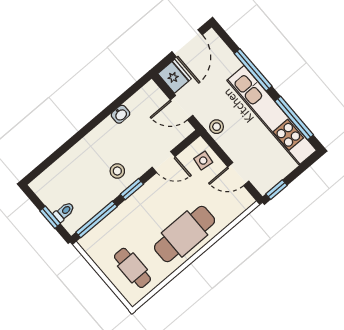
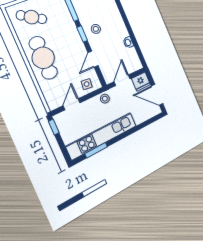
window: (253, 70) -> (132, 131), removed
window: (294, 118) -> (96, 150), width x0.69
cafe table: (132, 268) -> (31, 17), turned 31

